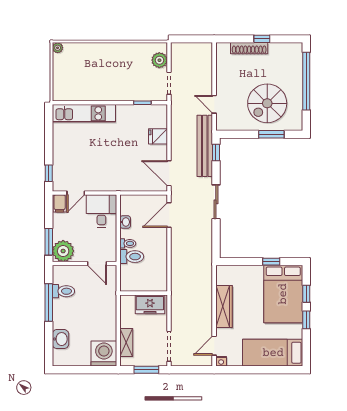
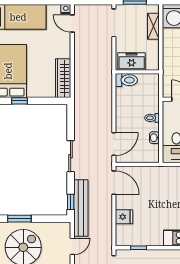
door: (214, 104) -> (72, 246), hinge flipped
toilet: (132, 257) -> (126, 80), moved, turned 180
wardrobe: (224, 307) -> (63, 78), moved
door: (214, 346) -> (72, 23), swing flipped

